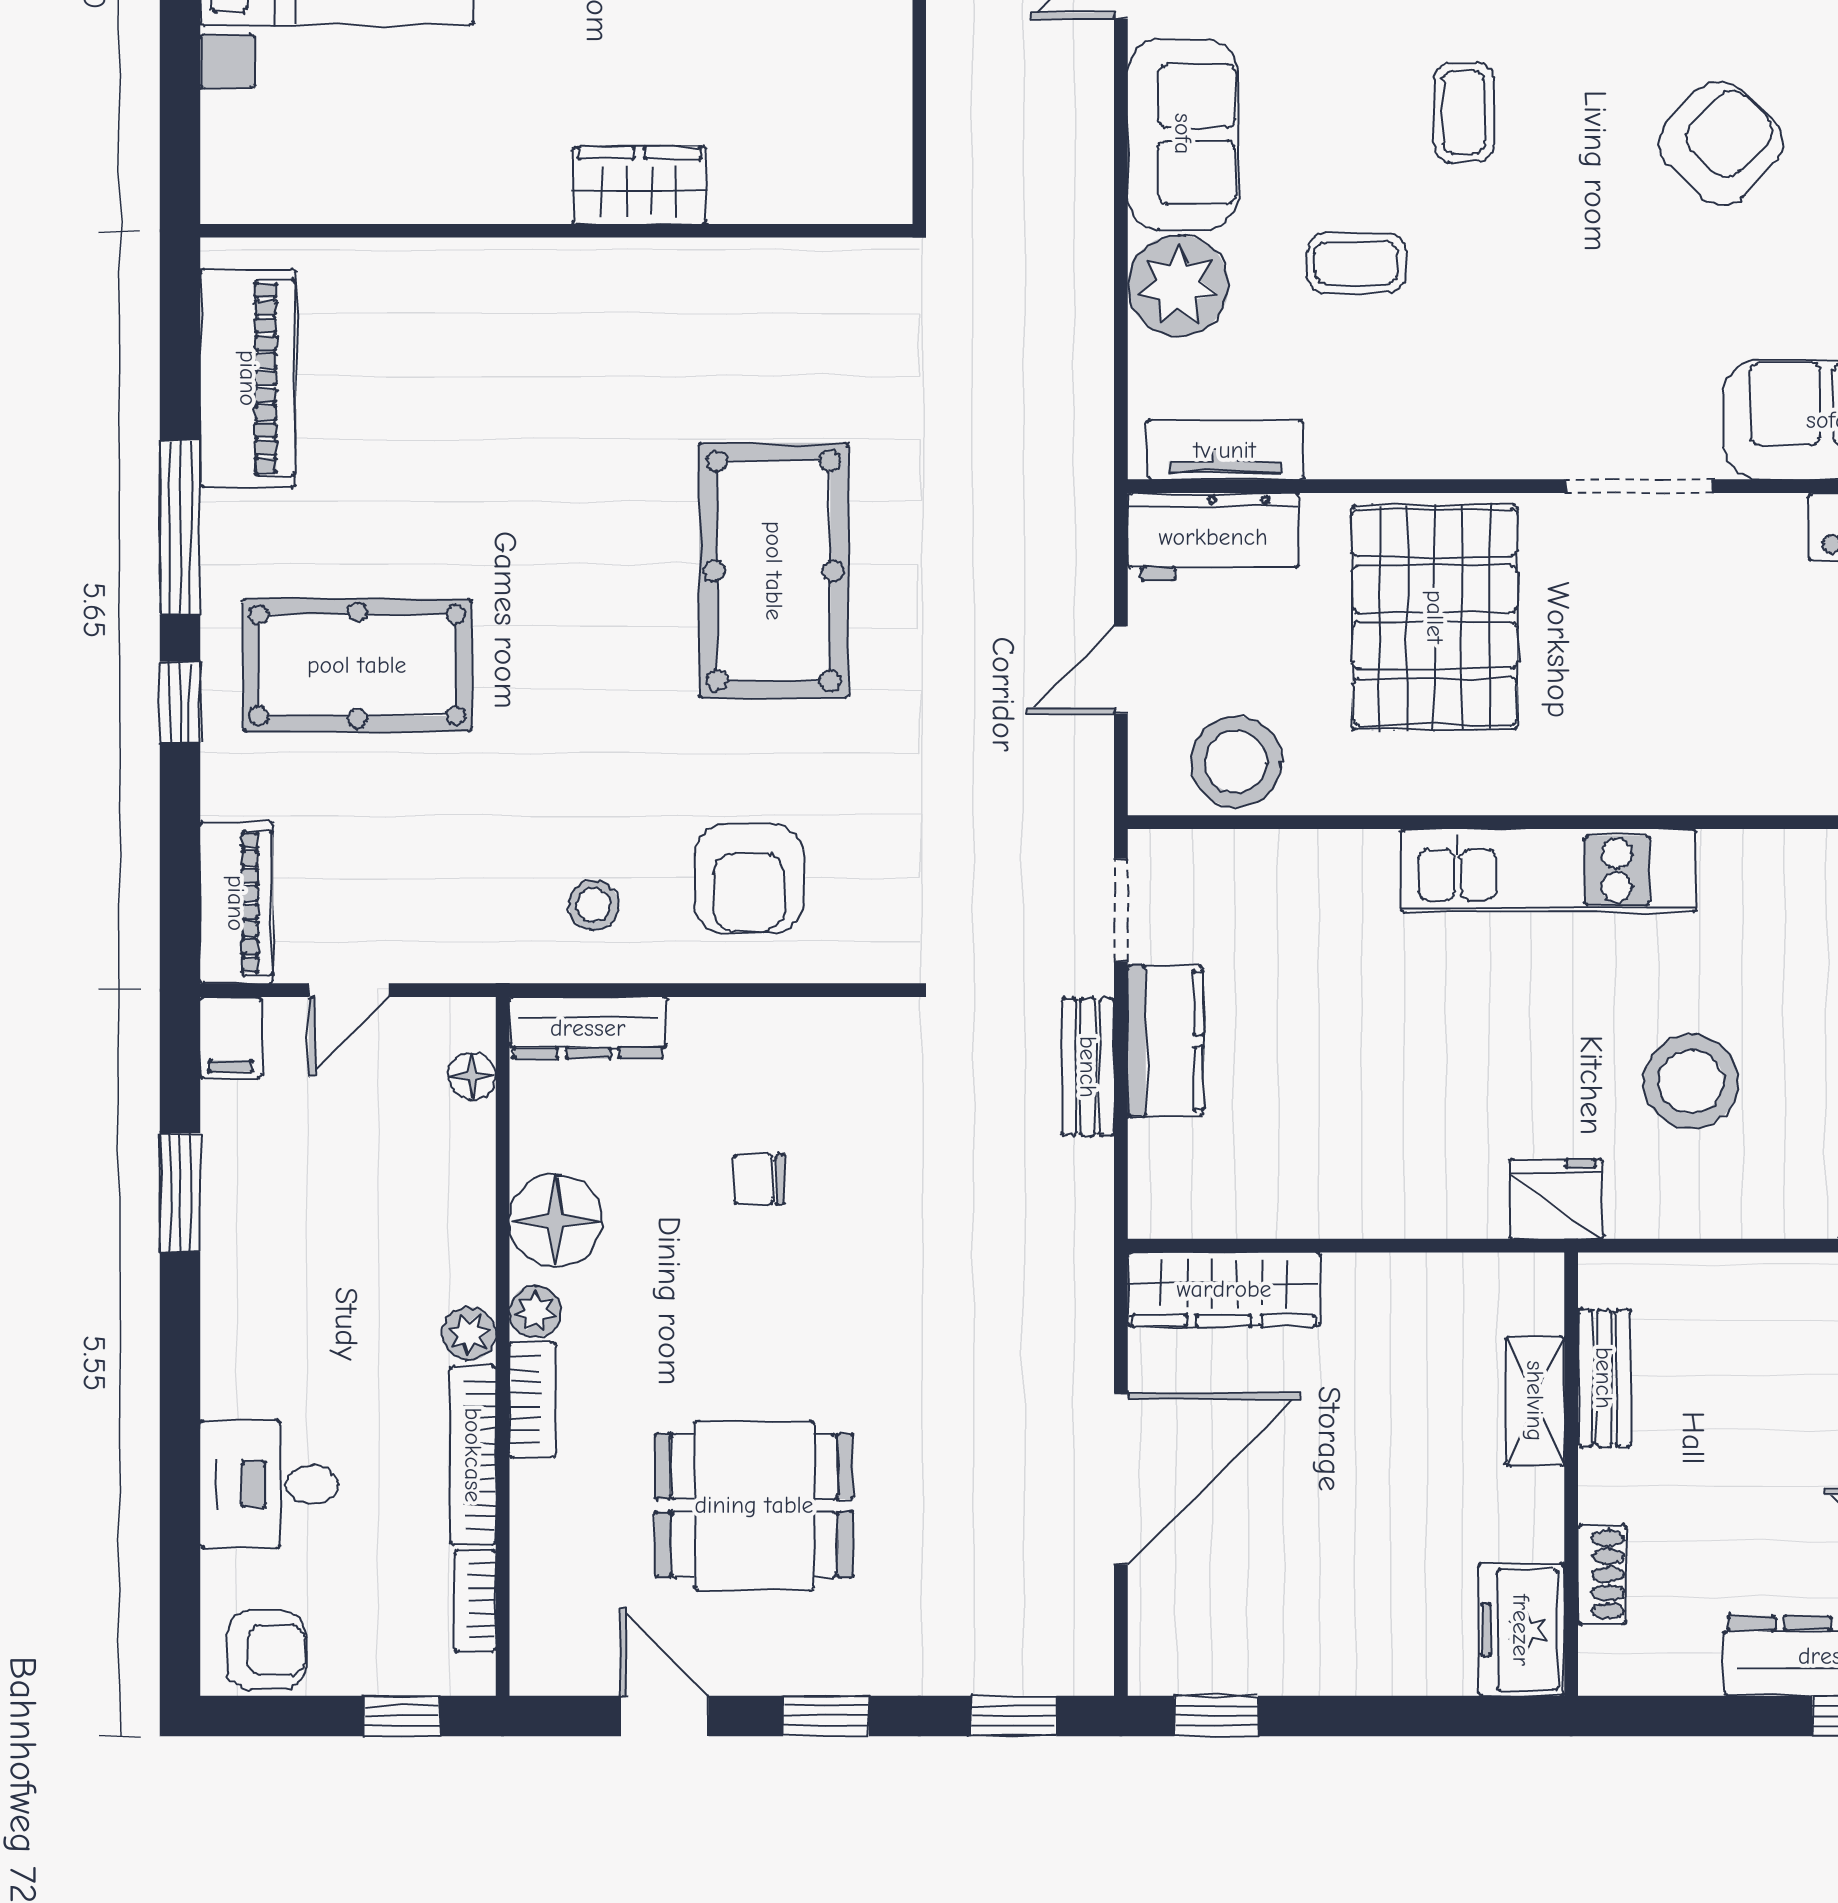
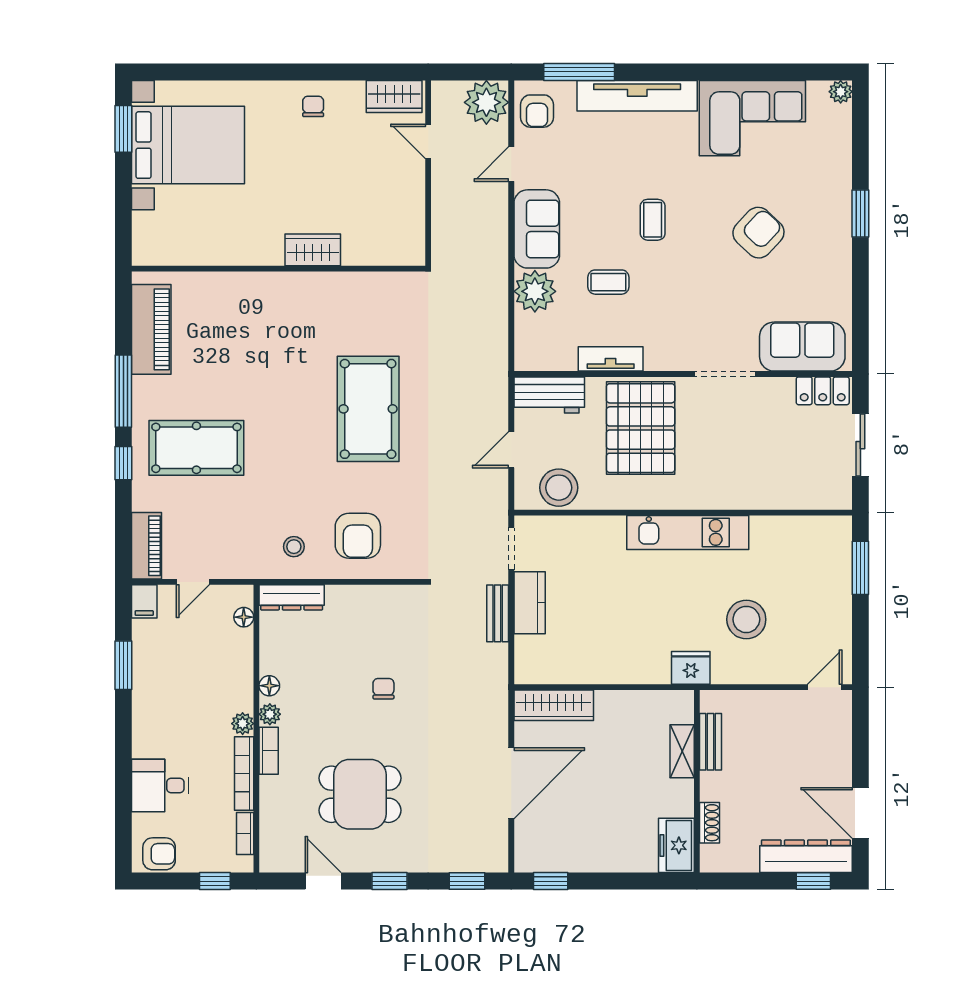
tv unit: (1225, 450) -> (611, 359), moved
chair: (759, 1179) -> (383, 689), moved, turned 90
floor lamp: (556, 1220) -> (269, 686), width x0.53, depth x0.53

